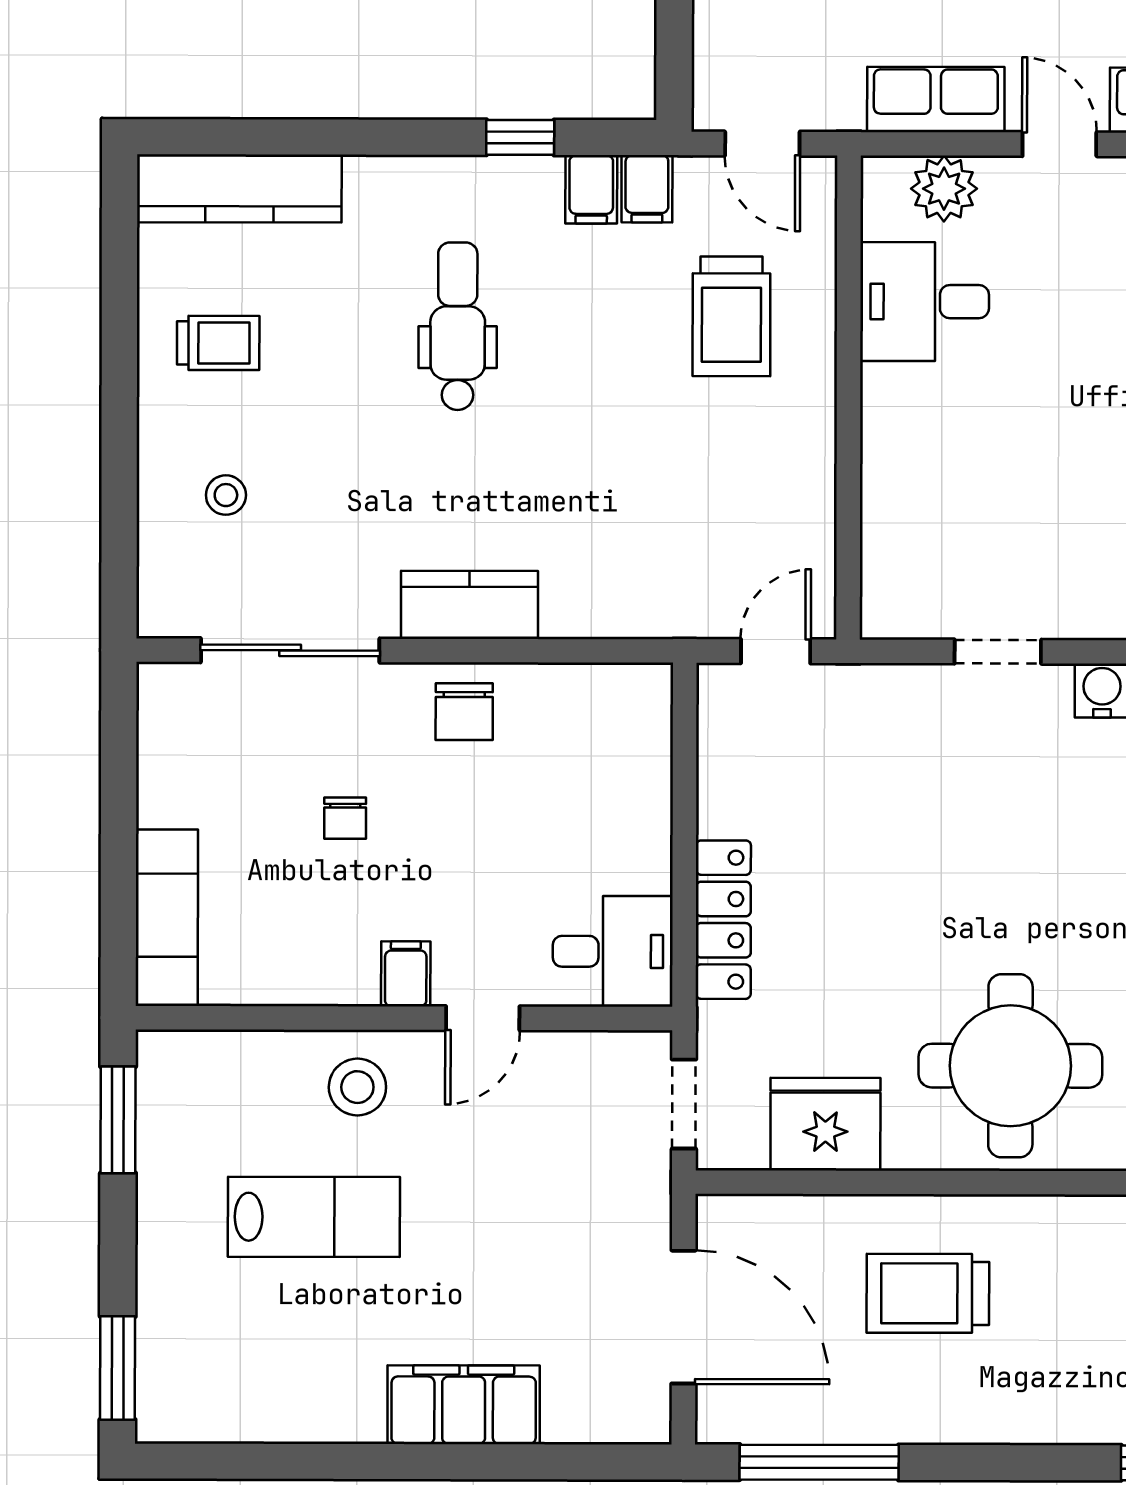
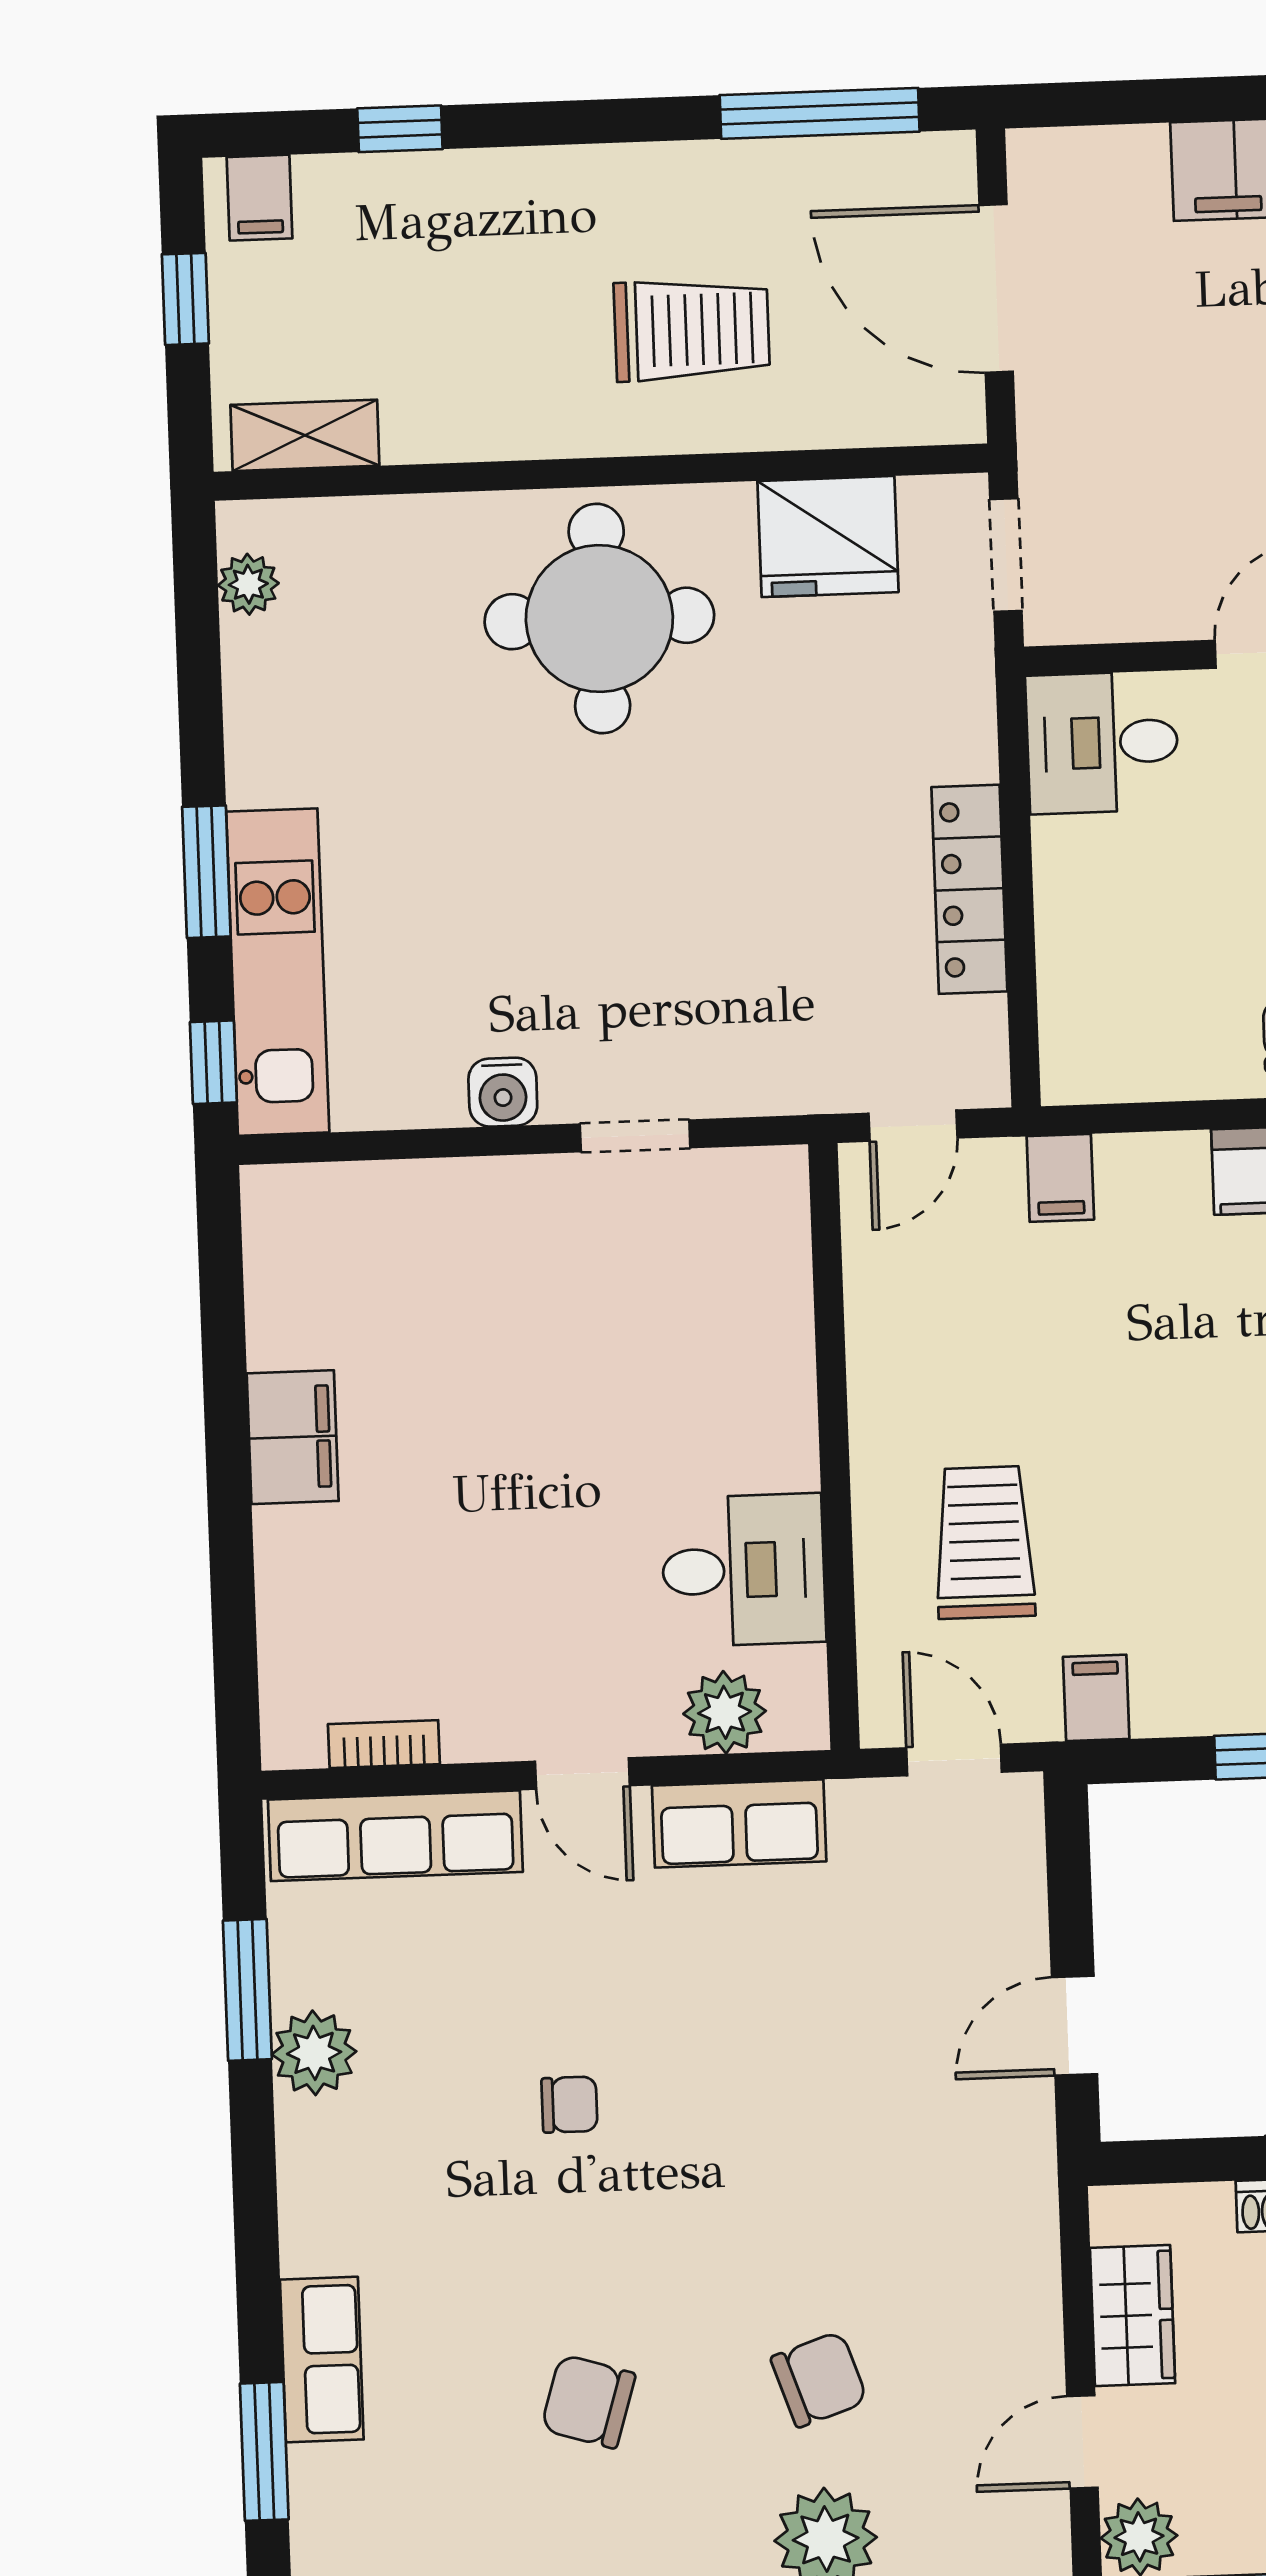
filing cabinet: (591, 189) -> (1060, 1178), moved, turned 180
locker: (723, 920) -> (969, 889), moved

